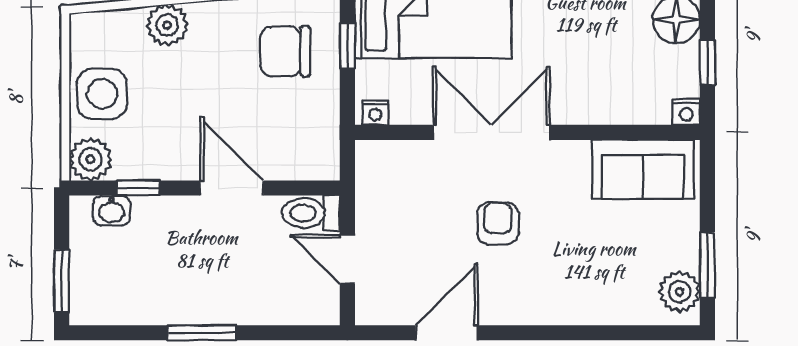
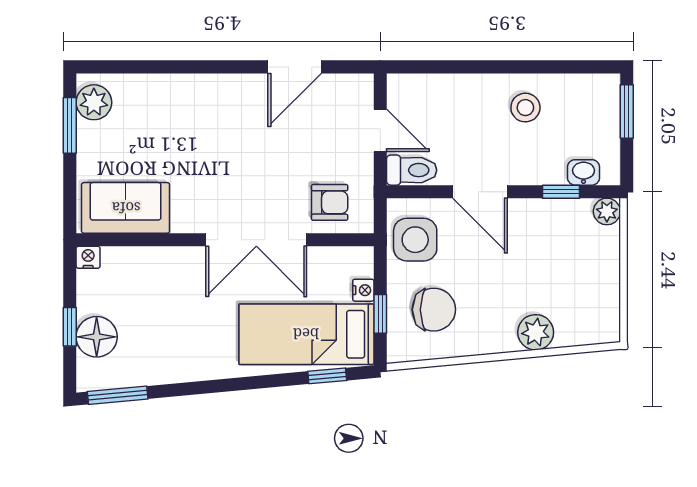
window: (707, 62) -> (70, 327), moved
side table: (102, 94) -> (415, 240), moved
nightstand: (375, 113) -> (363, 290), moved, turned 90
plant: (90, 159) -> (607, 211), width x0.73, depth x0.73
armchair: (498, 223) -> (330, 202), moved, turned -90
stool: (179, 286) -> (525, 108), added
window: (202, 333) -> (506, 67), removed

